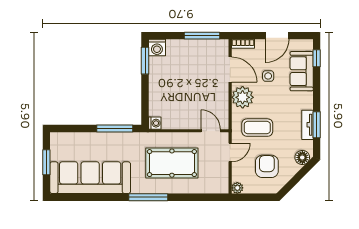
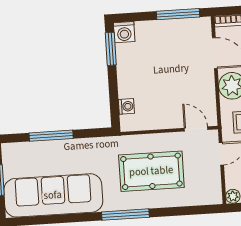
washing machine: (155, 123) -> (126, 106), moved
window: (115, 129) -> (51, 136), moved

